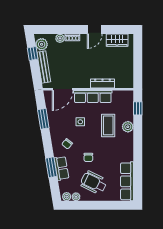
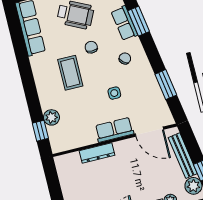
door: (63, 89) -> (149, 132), swing flipped
row of seats: (93, 96) -> (114, 130), width x0.68
coffee table: (108, 125) -> (70, 73), moved
plant: (128, 127) -> (51, 117), moved

